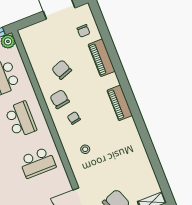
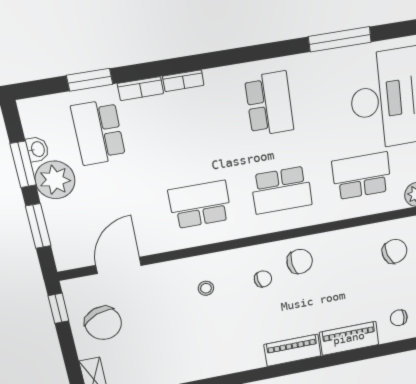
chair: (62, 70) -> (394, 251), moved
piano: (120, 103) -> (292, 350), moved
school desk: (38, 163) -> (200, 205), turned 90

